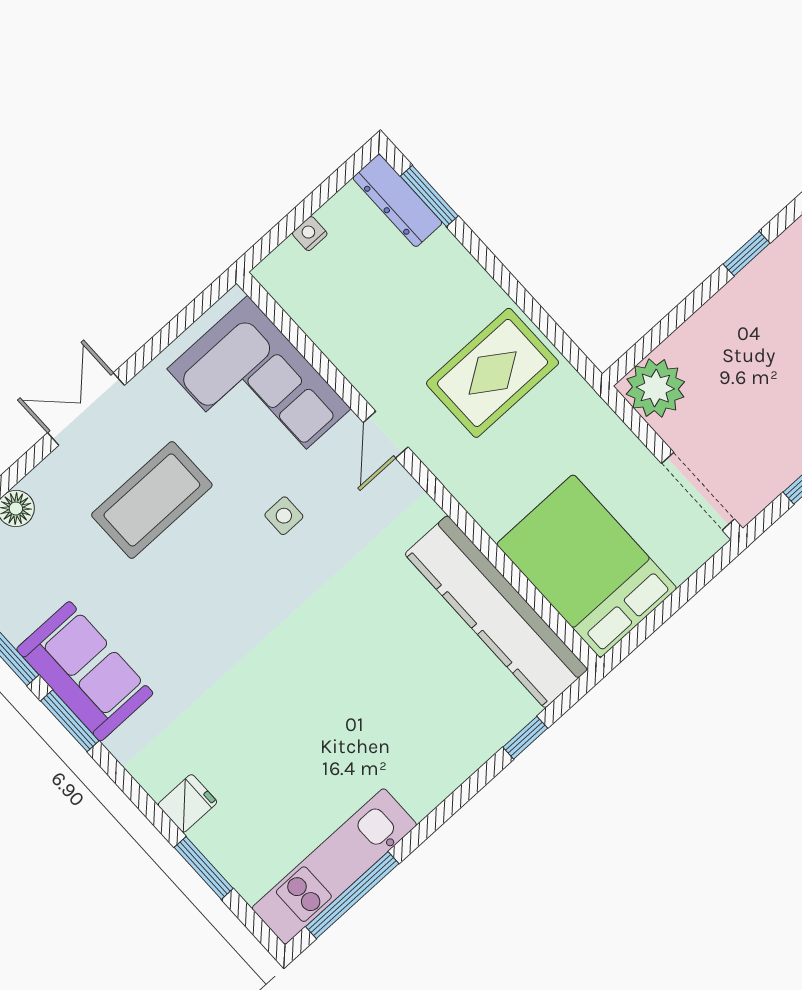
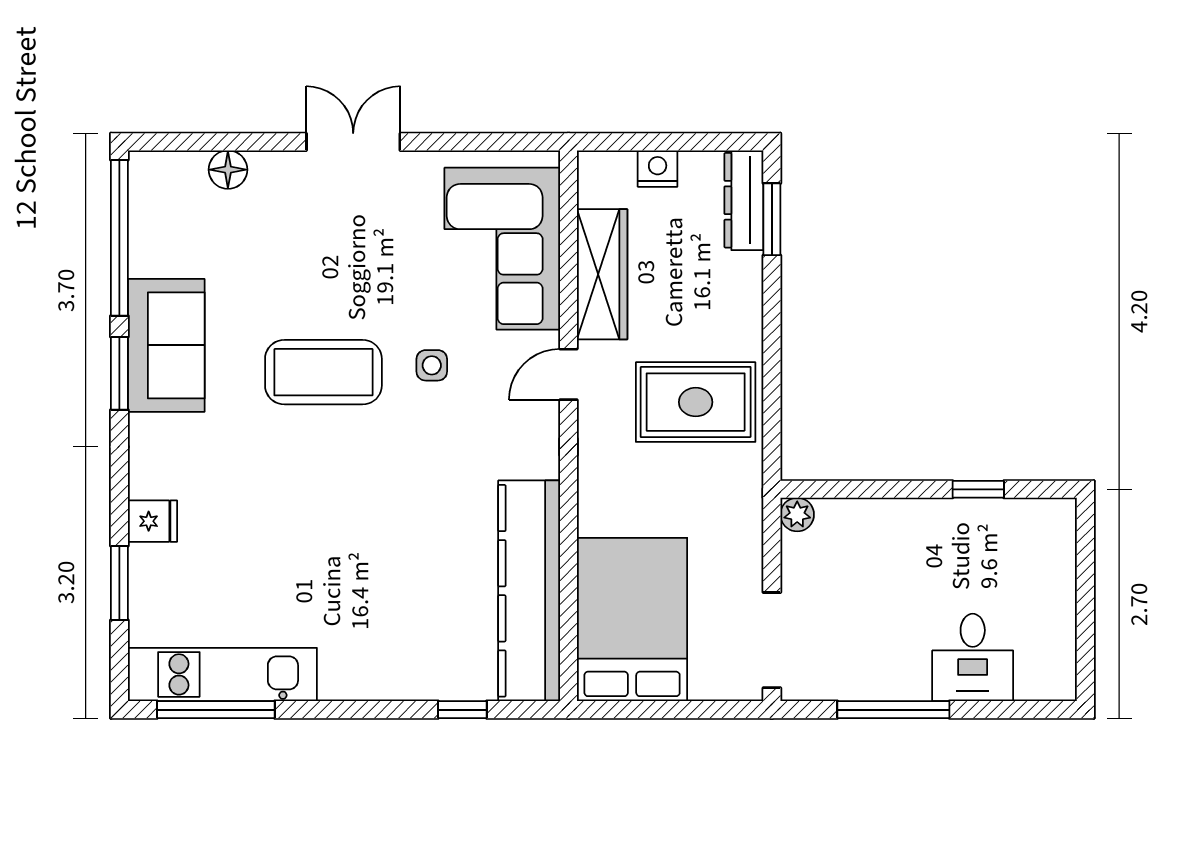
nightstand: (310, 234) -> (658, 169), width x1.39, depth x1.35
wardrobe: (345, 343) -> (602, 274), added
plant: (655, 388) -> (797, 515), width x0.53, depth x0.53
coffee table: (152, 500) -> (323, 372), moved

